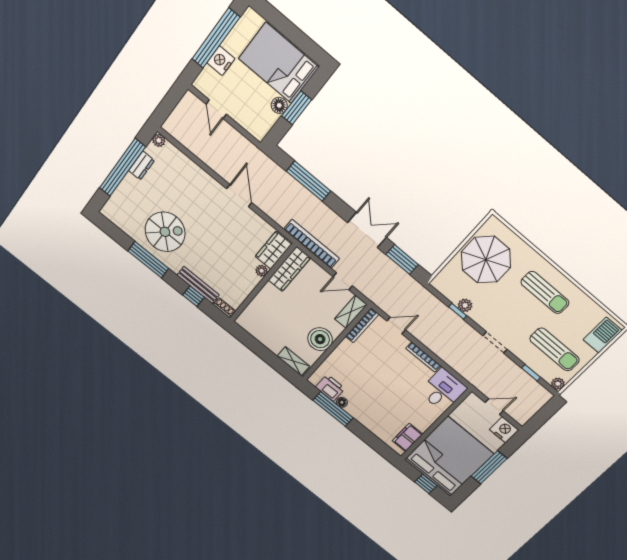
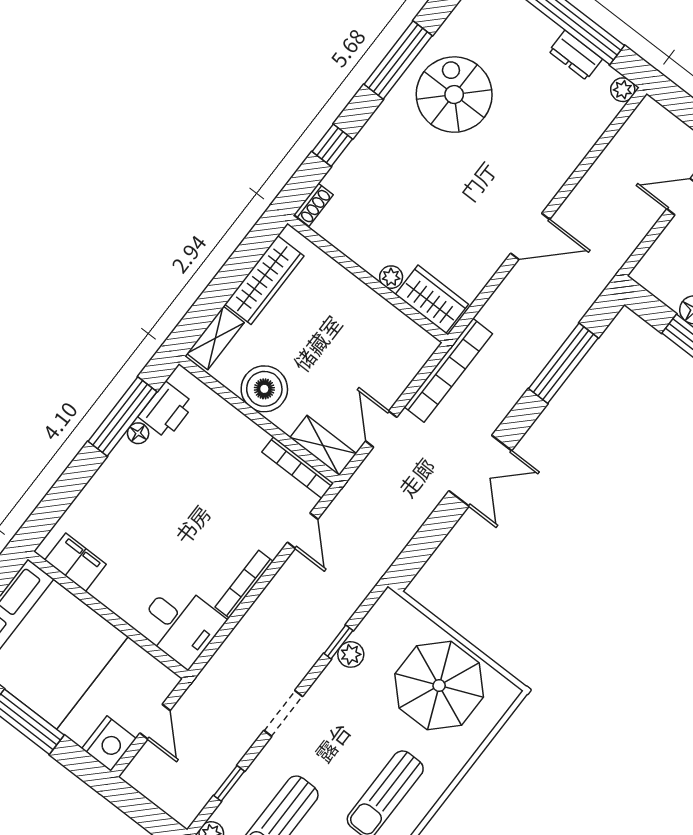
spiral stairs: (165, 232) -> (454, 95), turned 180
window: (402, 259) -> (430, 536), removed
wardrobe: (289, 269) -> (264, 280), moved, turned -90
bench: (198, 285) -> (355, 155), removed

